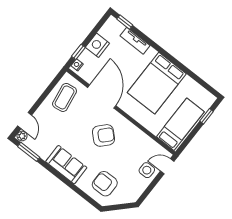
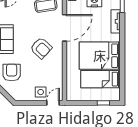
bed: (180, 124) -> (101, 79), moved, turned 180
door: (167, 166) -> (53, 103), hinge flipped

